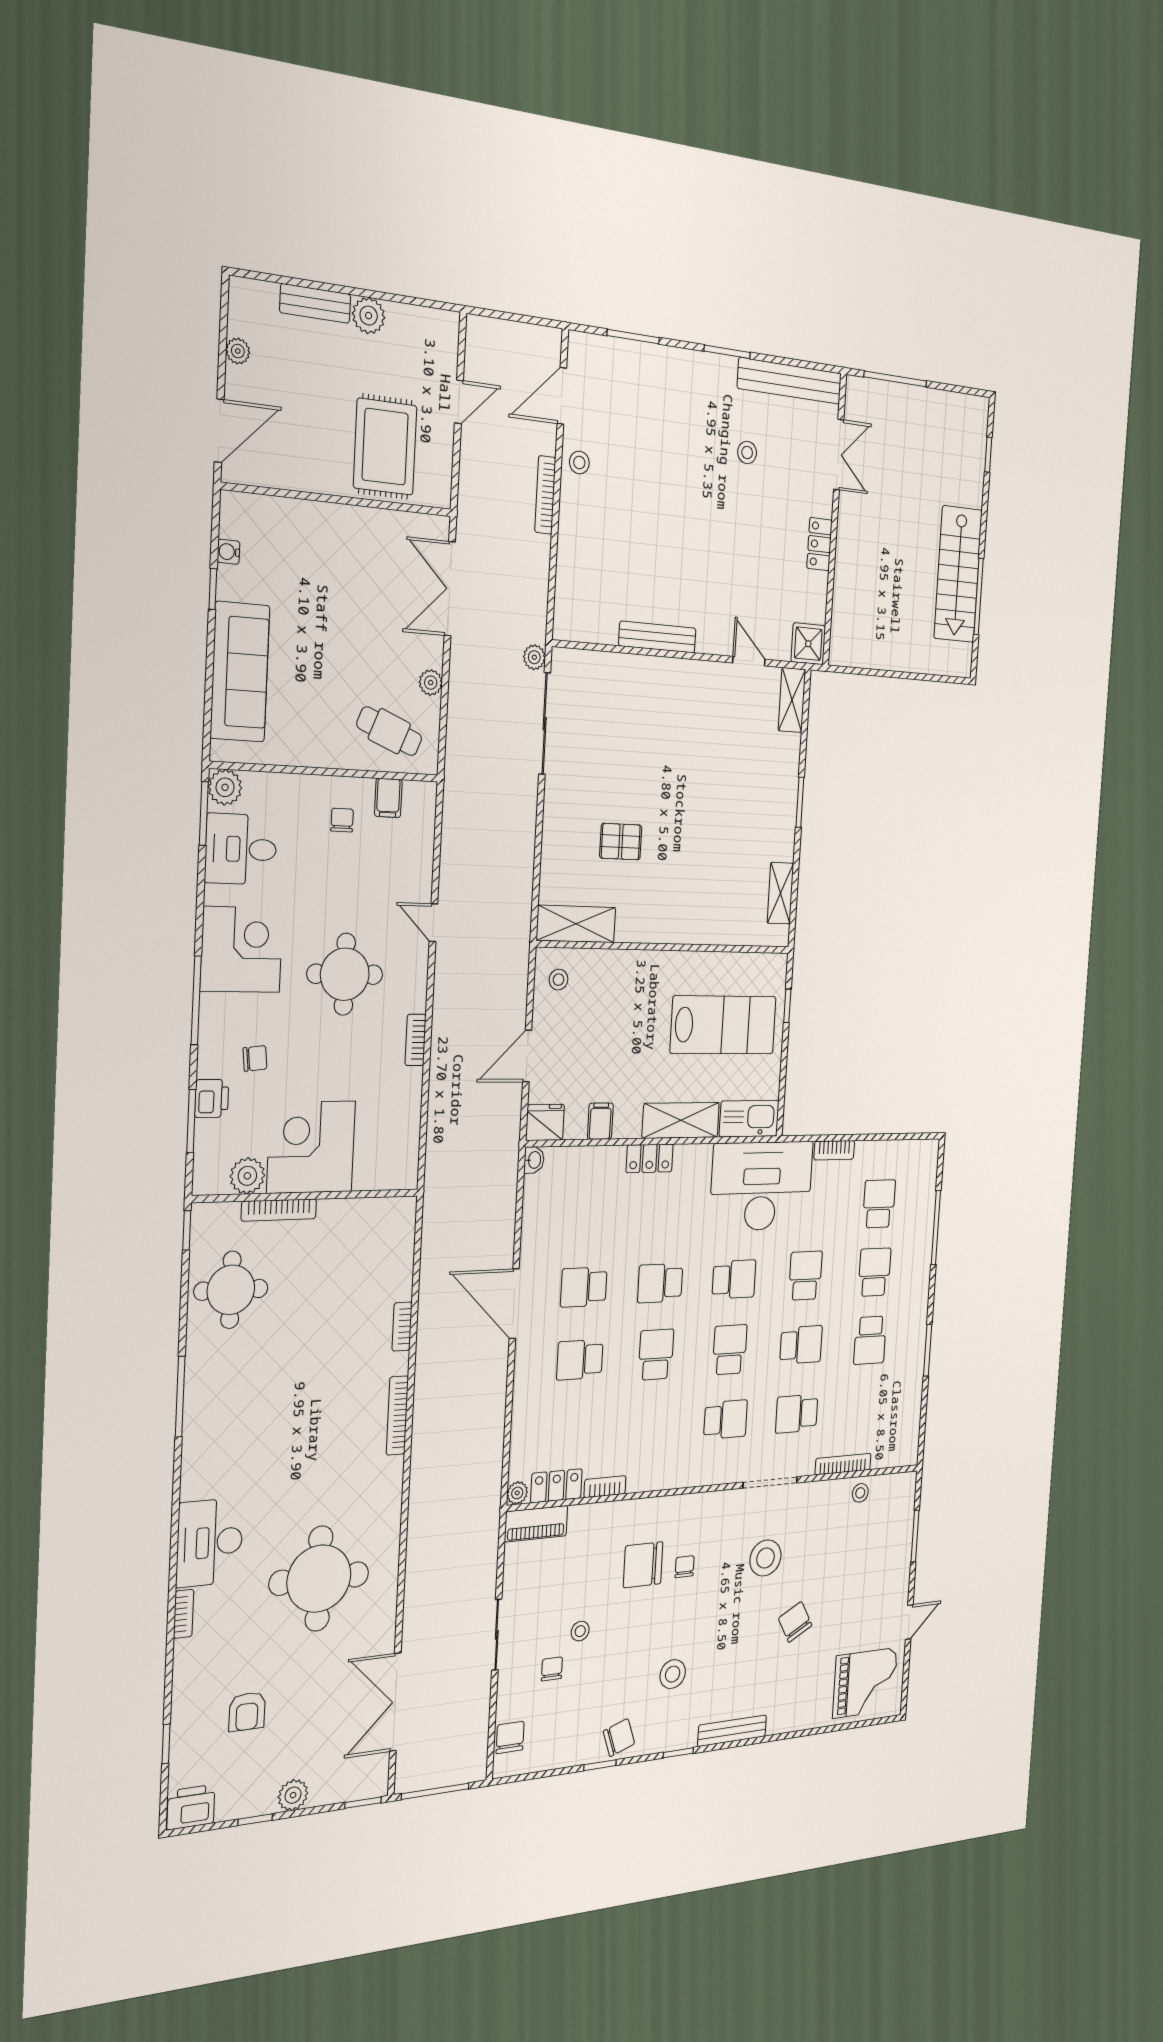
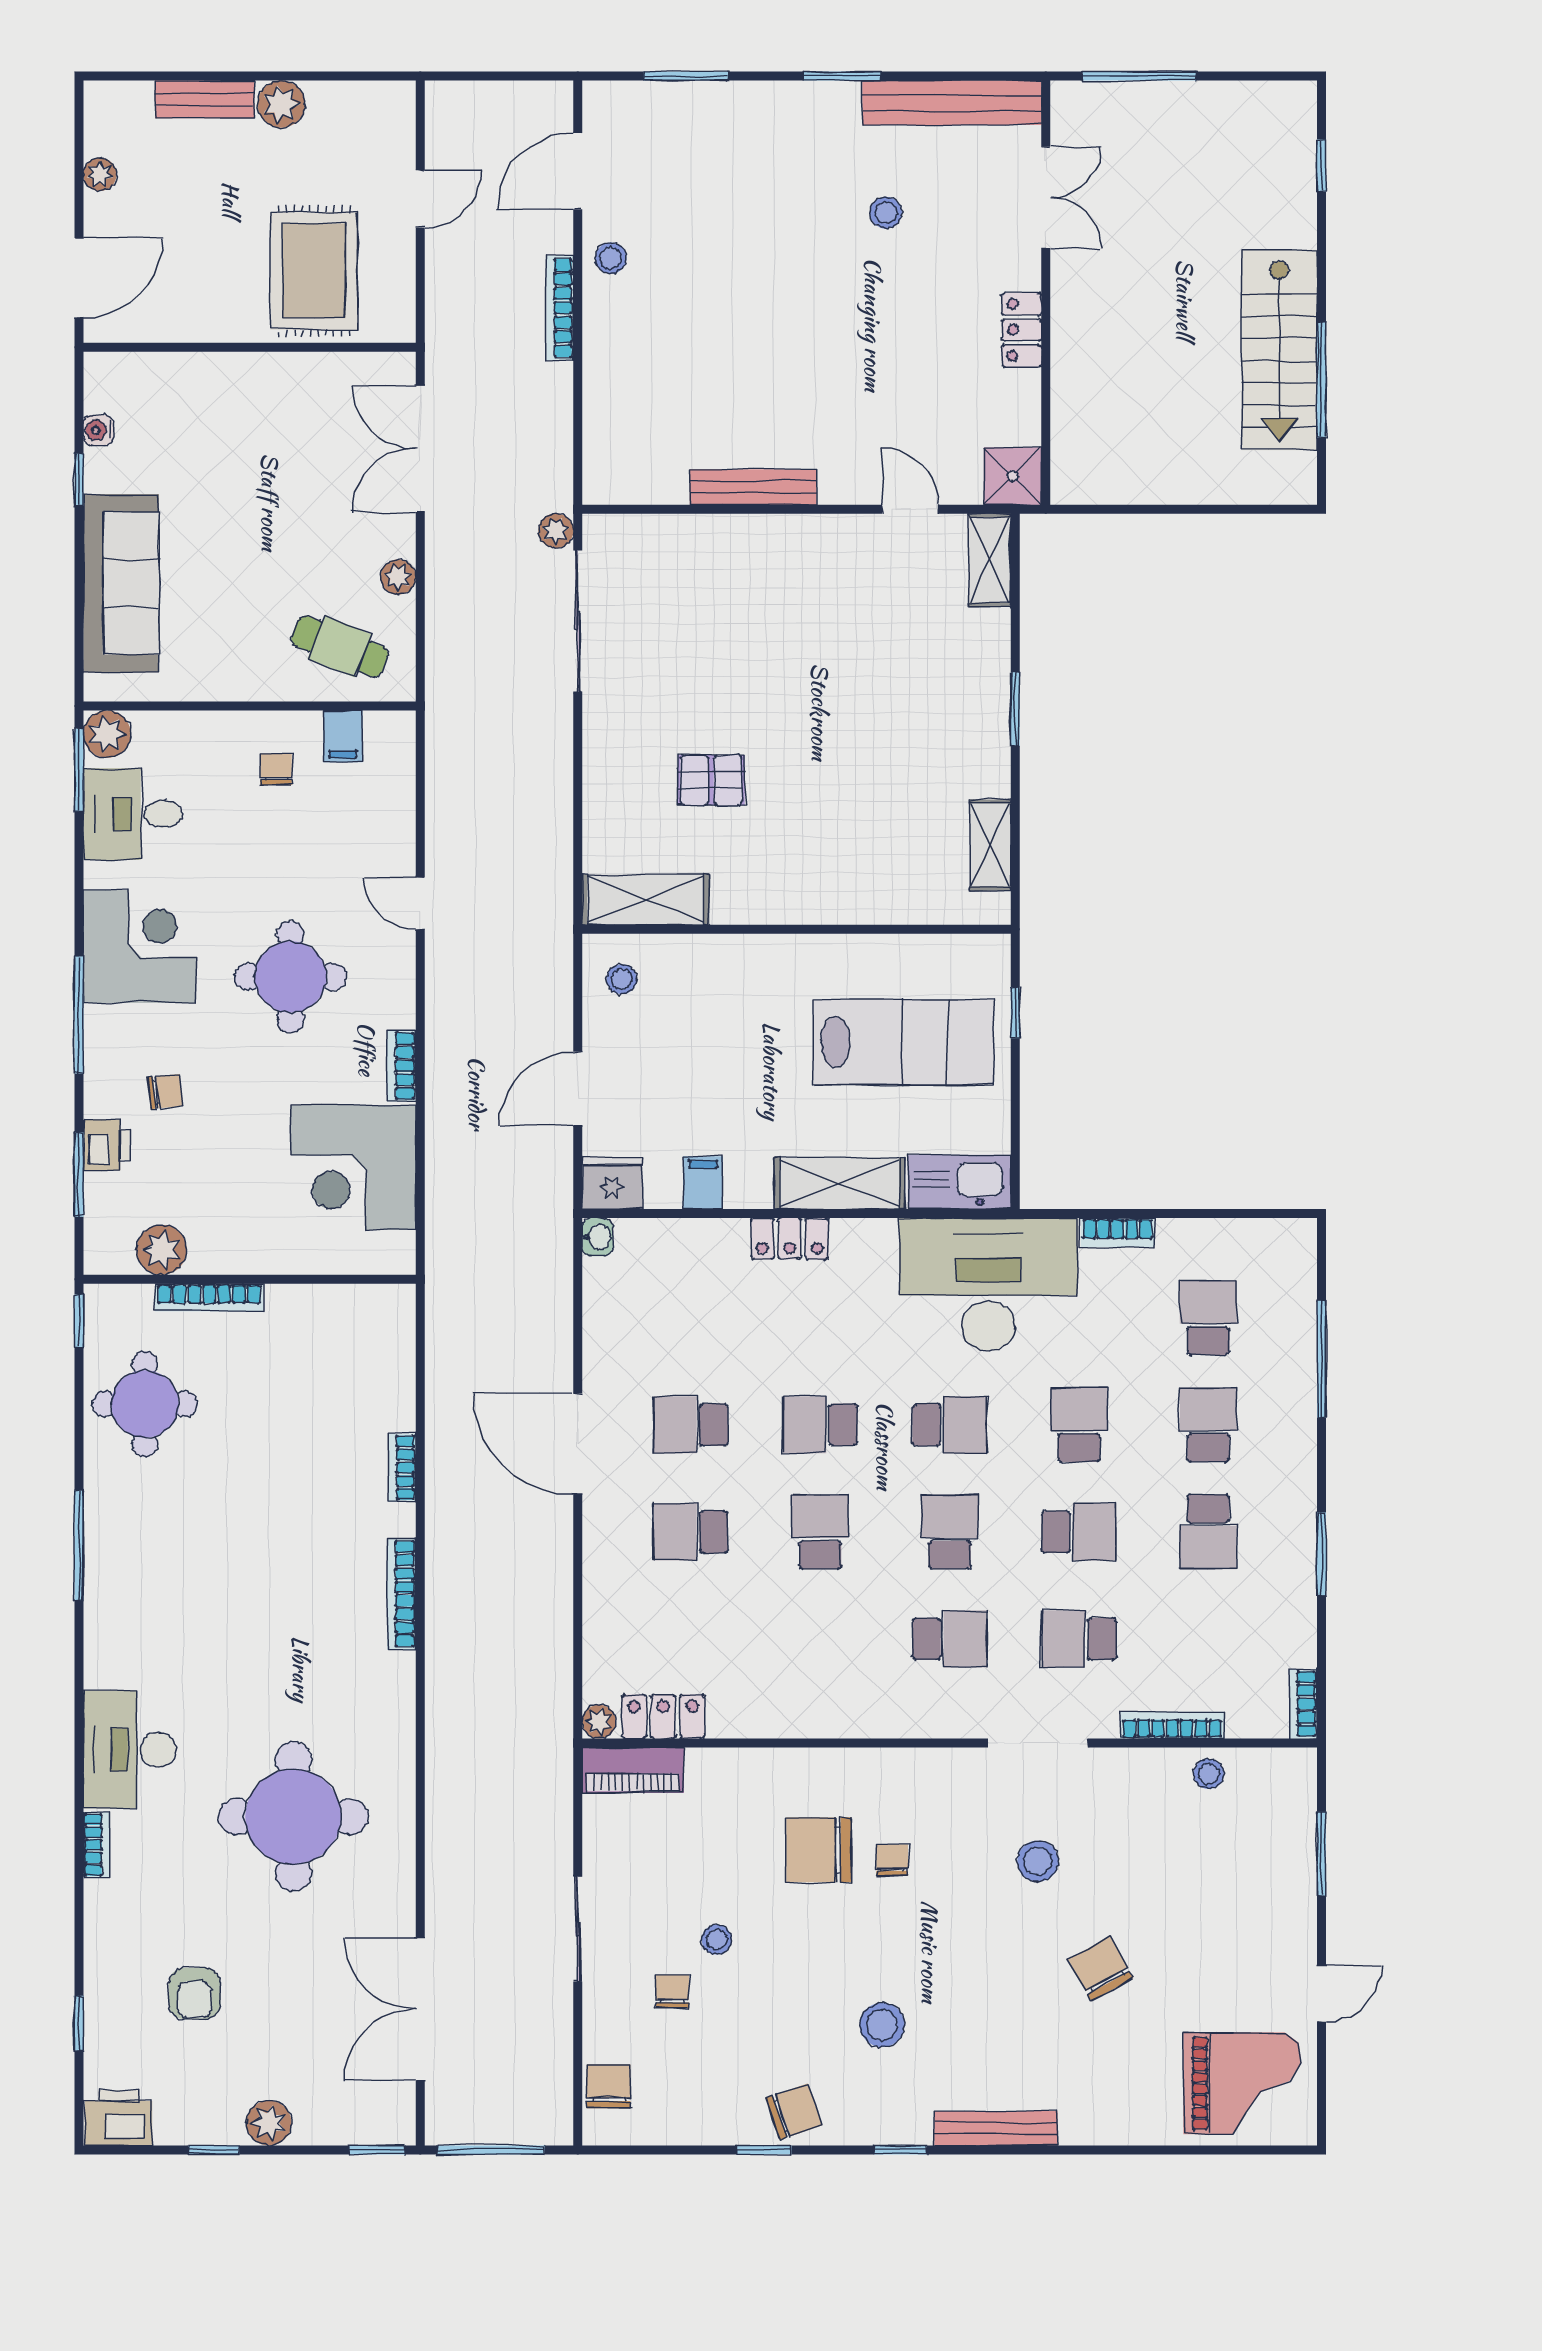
corner desk: (311, 1147) -> (353, 1168), moved, turned -90
bookcase: (605, 1487) -> (1303, 1704), moved, turned -90
stool: (765, 1558) -> (1038, 1861), width x0.73, depth x0.73

